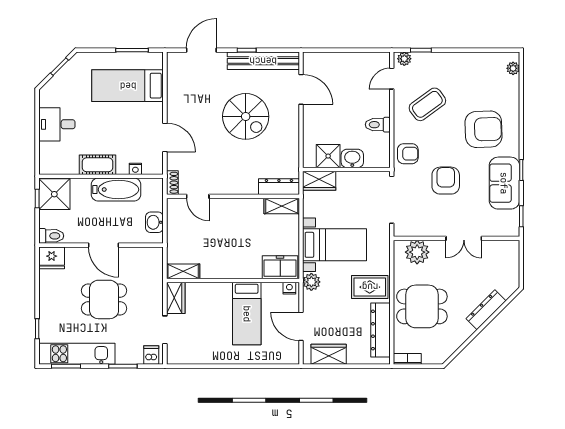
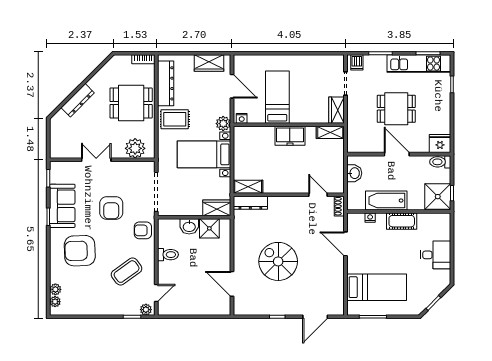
bench: (263, 61) -> (263, 308), removed
plant: (513, 83) -> (55, 289), added
freezer: (280, 267) -> (290, 136), moved

